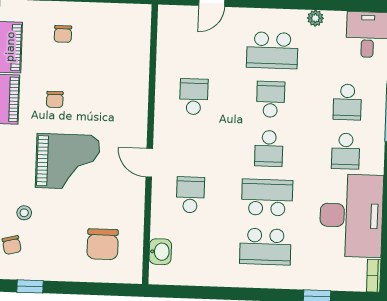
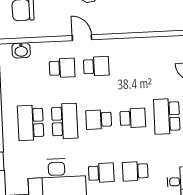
school desk: (194, 97) -> (96, 66), moved
school desk: (346, 151) -> (101, 173), turned 180
door: (149, 163) -> (82, 38), hinge flipped

